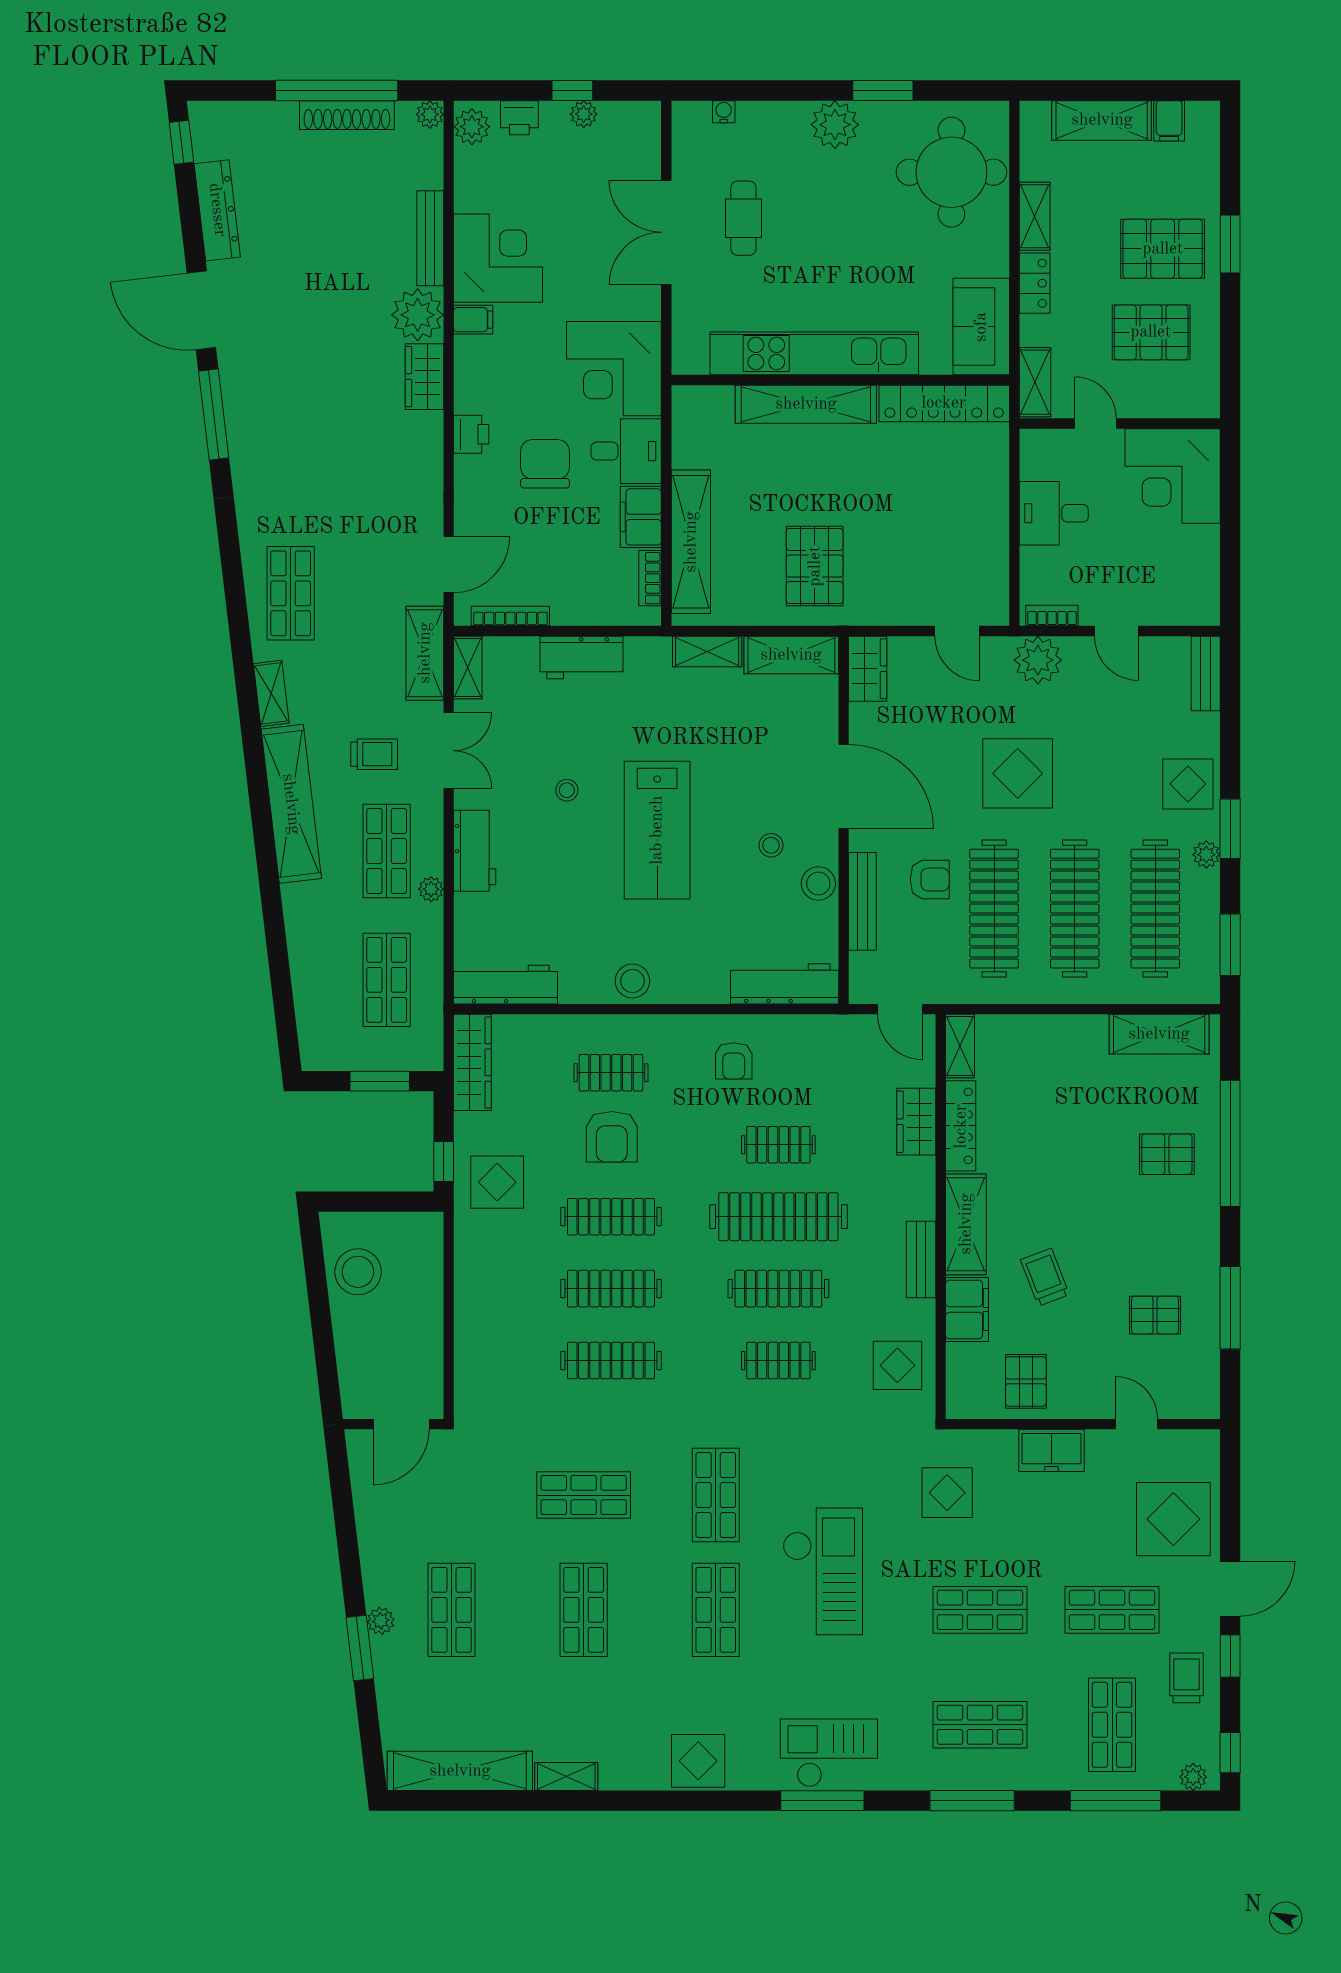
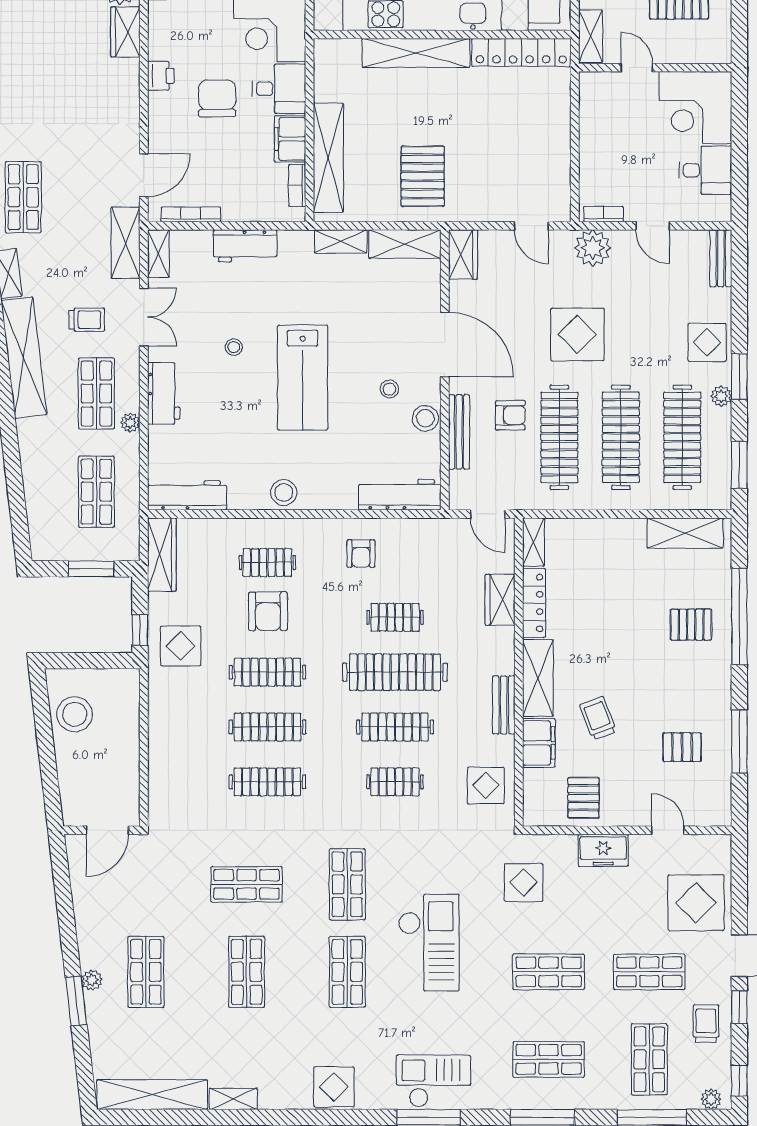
desk: (1054, 513) -> (705, 170), moved, turned 180

